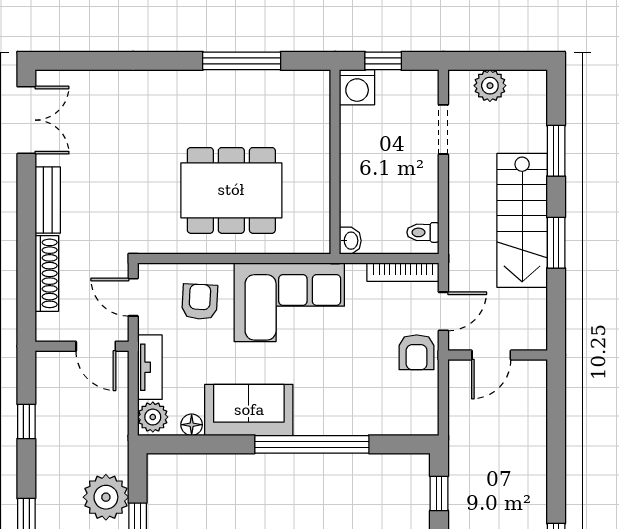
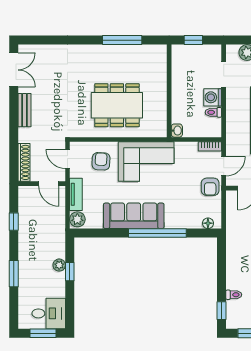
washing machine: (357, 87) -> (213, 97), moved, turned 90
toilet: (423, 232) -> (213, 112), moved
bookcase: (403, 272) -> (210, 146), width x0.64
shoe rack: (47, 273) -> (24, 162), moved
sofa: (249, 410) -> (134, 216), width x1.36
floor lamp: (192, 425) -> (208, 223), moved
window: (439, 493) -> (221, 258), removed
plant: (106, 497) -> (59, 265), width x0.53, depth x0.53

